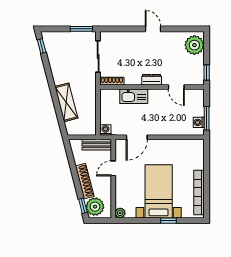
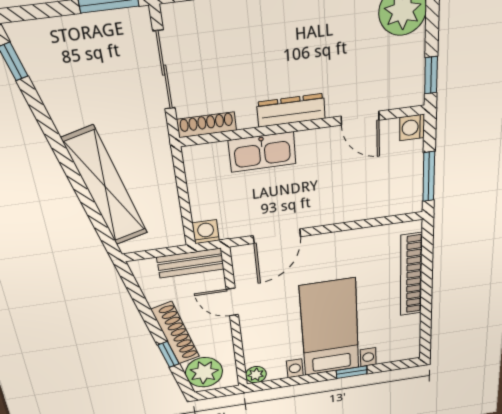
dresser: (152, 80) -> (291, 110), width x1.44
shelving: (66, 102) -> (105, 187), width x1.47
washing machine: (199, 122) -> (412, 127), moved
door: (113, 168) -> (232, 302), hinge flipped
bookcase: (199, 192) -> (411, 275), moved
window: (83, 206) -> (168, 354), moved

